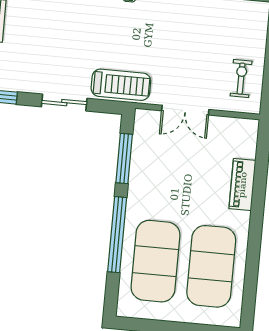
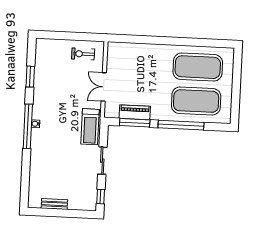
treadmill: (121, 85) -> (90, 127), turned 180
double door: (185, 110) -> (104, 87), swing flipped
piano: (242, 185) -> (135, 112), moved, turned 180

